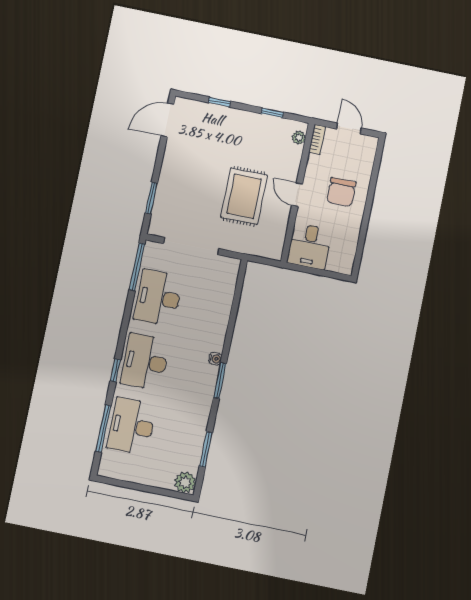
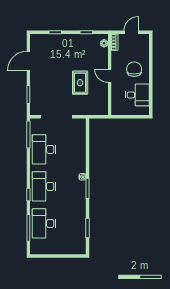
door: (168, 120) -> (28, 61), moved
door: (349, 129) -> (131, 32), hinge flipped
chair: (341, 192) -> (134, 69), turned 180
rug: (244, 196) -> (80, 83), width x0.73, depth x0.70
desk: (309, 246) -> (137, 95), moved, turned -90
plant: (185, 482) -> (80, 248), removed

